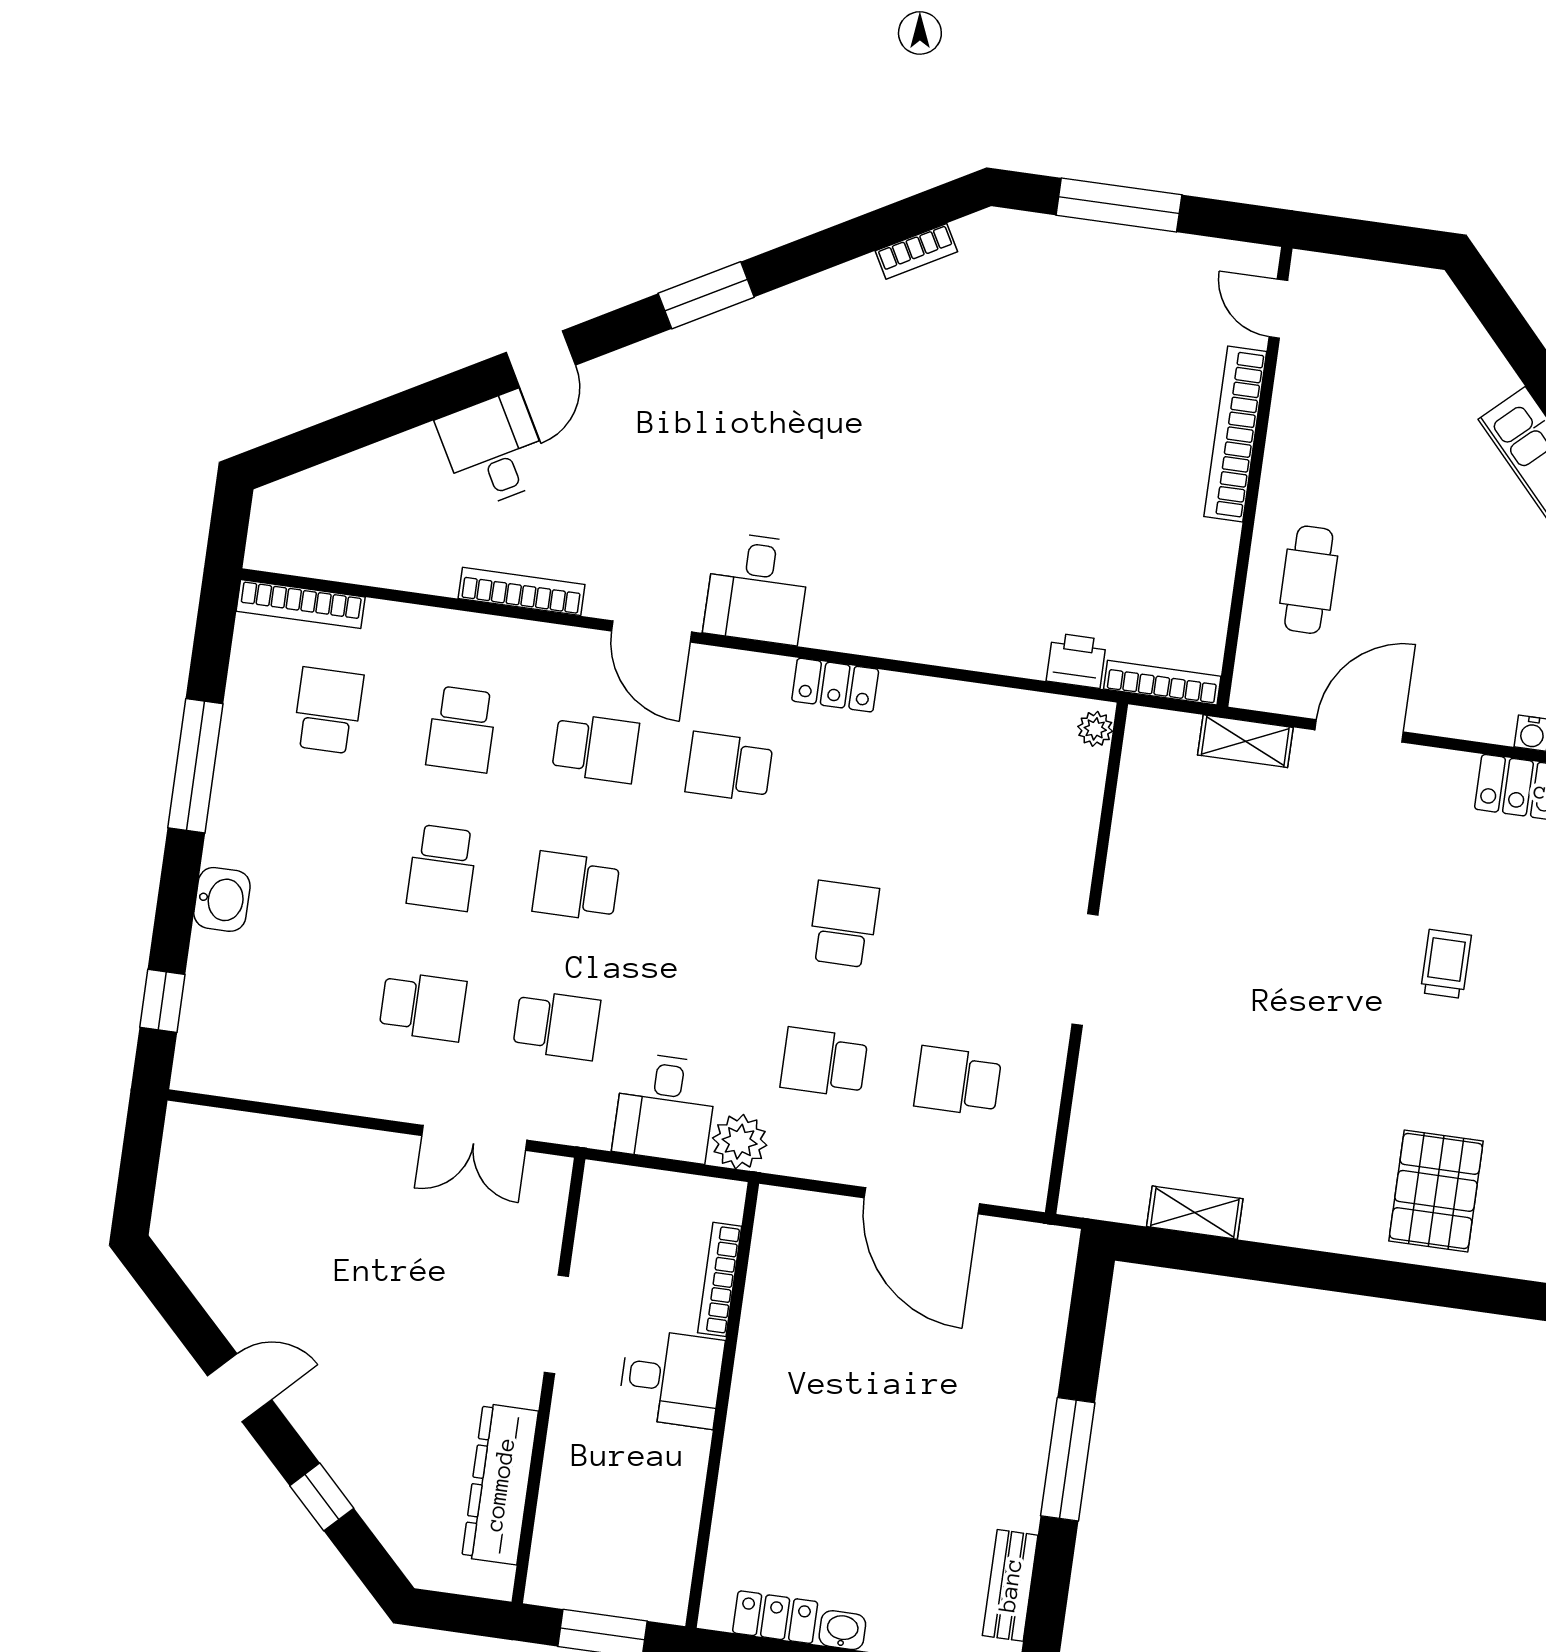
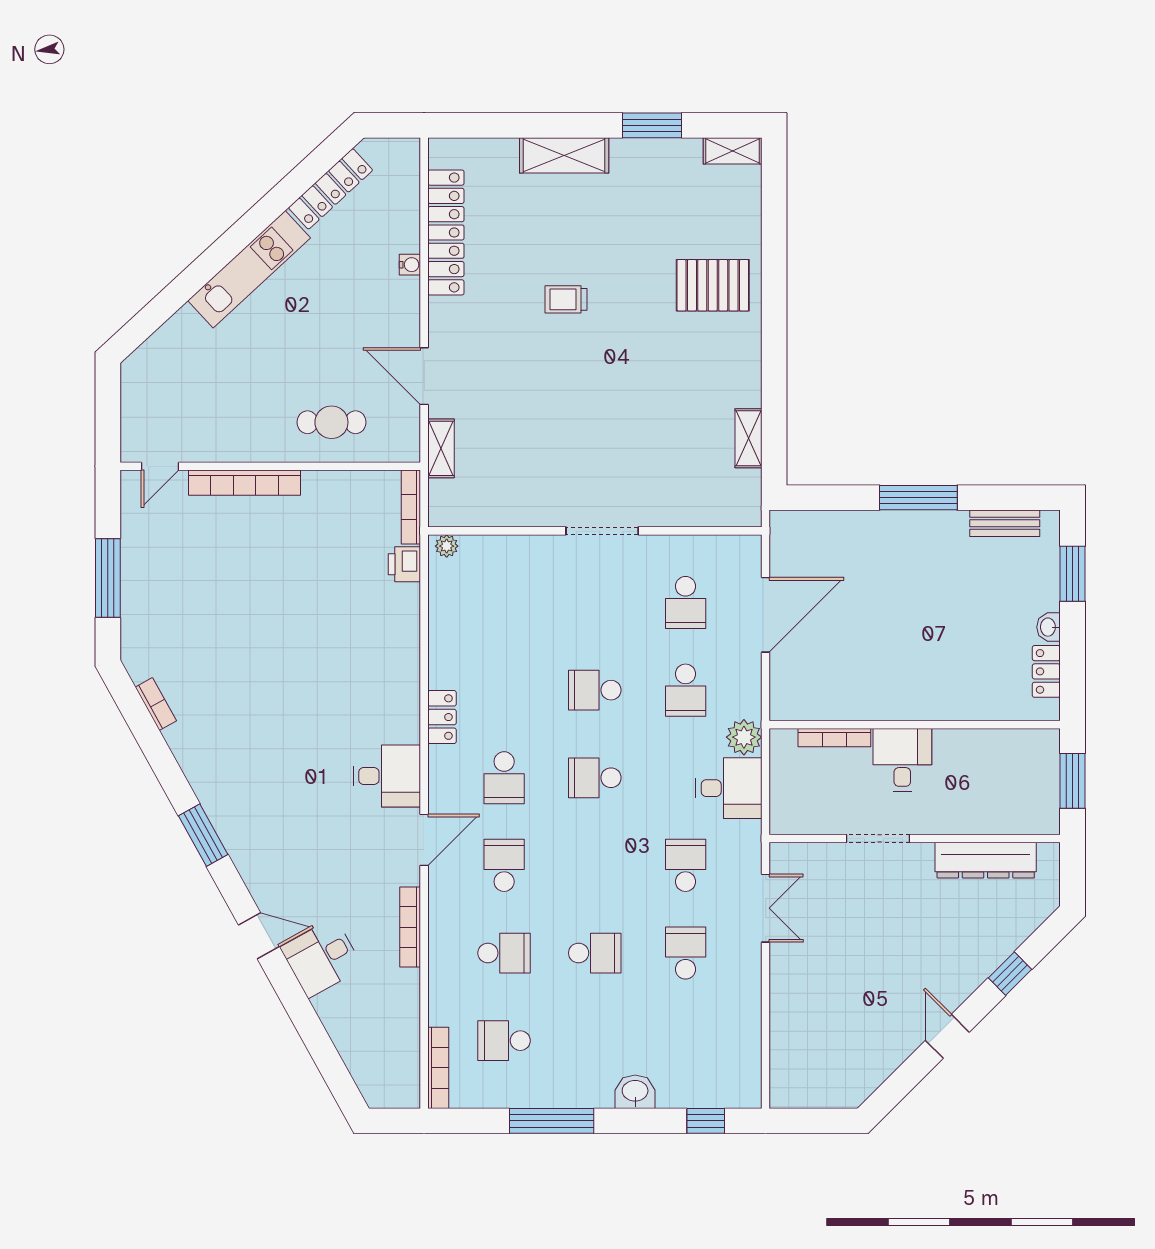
school desk: (576, 887) -> (595, 778), moved, turned 90

